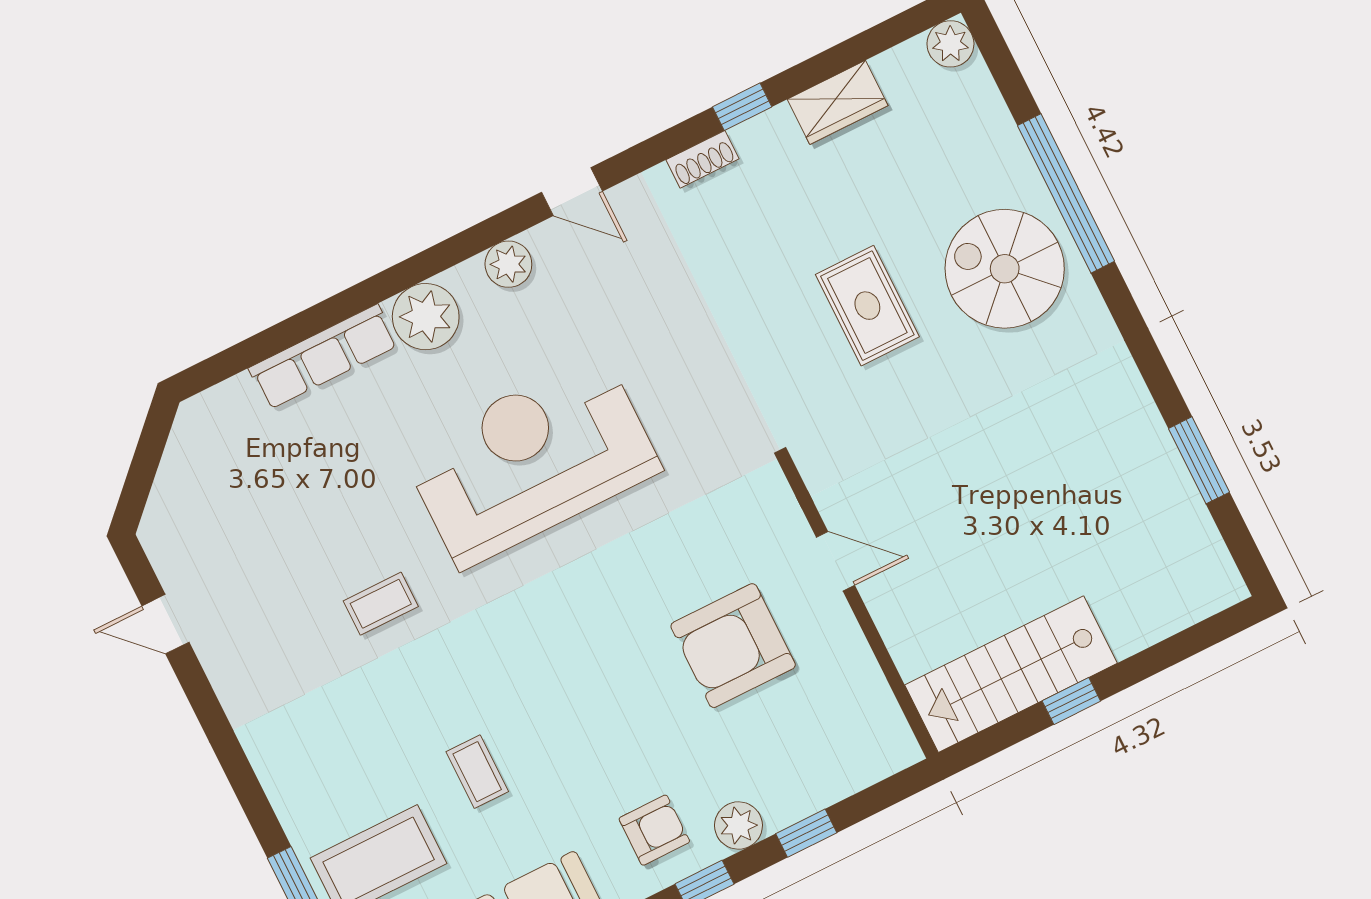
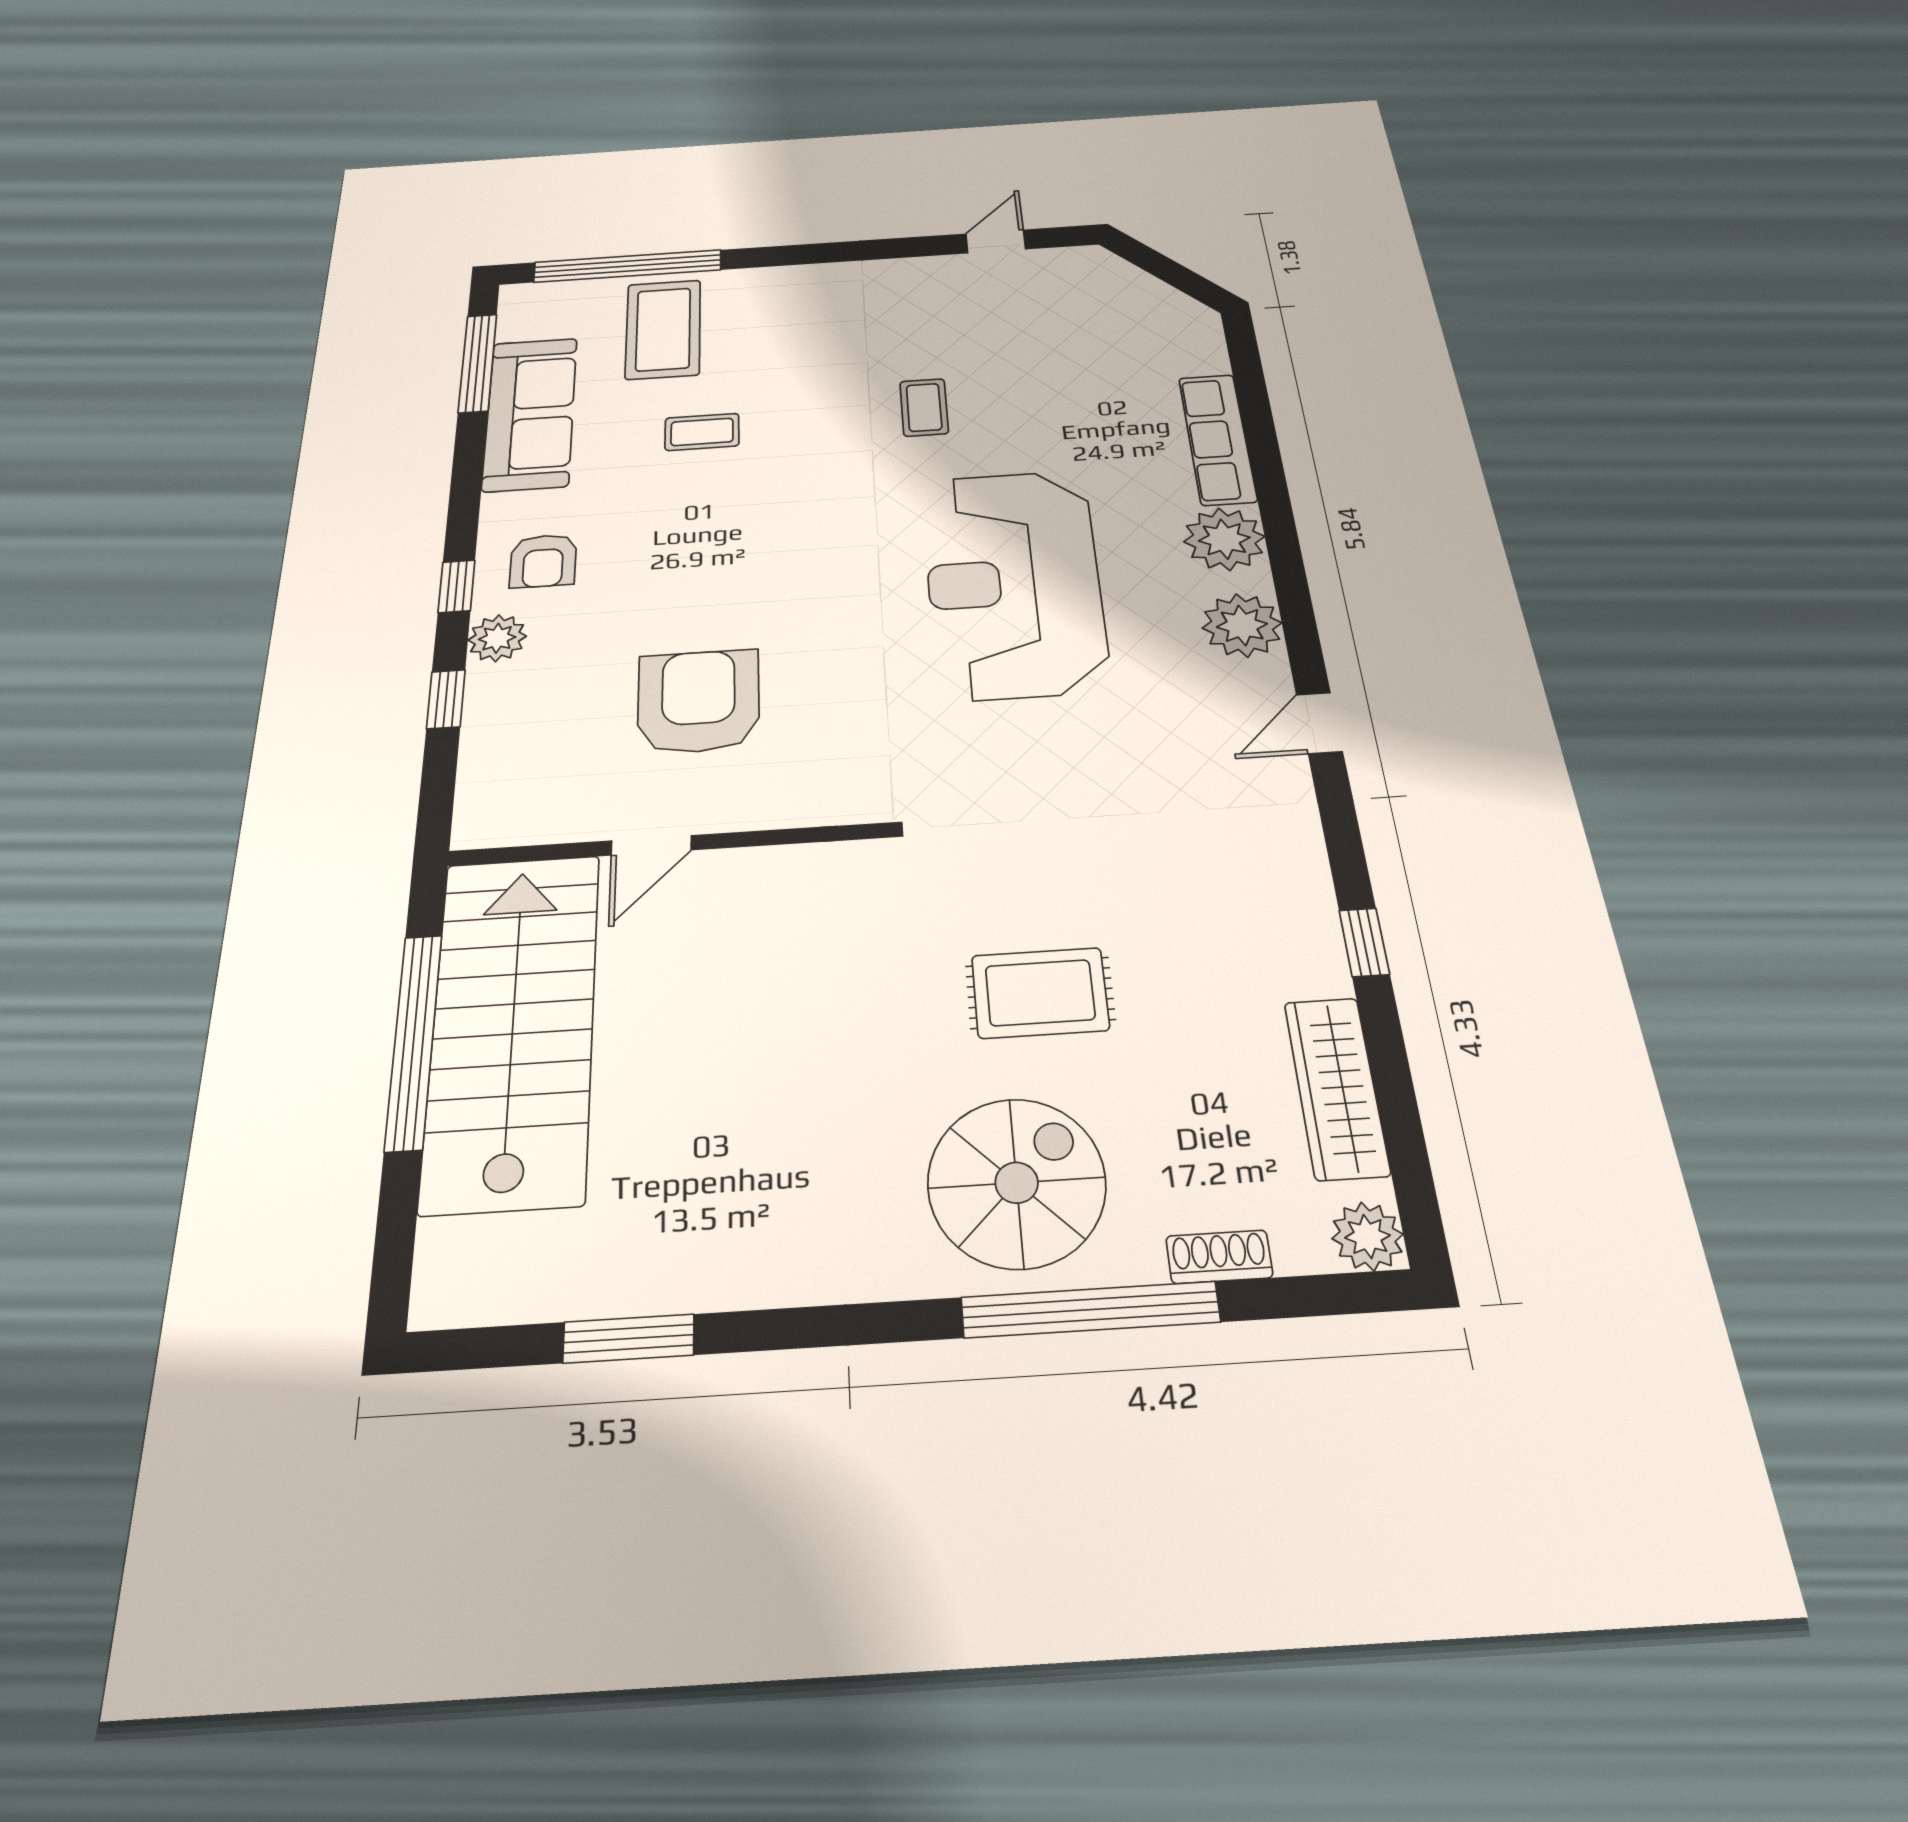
wardrobe: (838, 102) -> (1337, 1088), width x1.50
shoe rack: (702, 159) -> (1219, 1257), moved, turned 90
plant: (508, 264) -> (1242, 625), width x1.36, depth x1.36
reception desk: (531, 460) -> (1013, 582), turned 180
door: (835, 561) -> (651, 845), moved
stairs: (1011, 674) -> (513, 1027), width x1.36, depth x1.51
window: (1071, 701) -> (414, 1041), width x3.17

